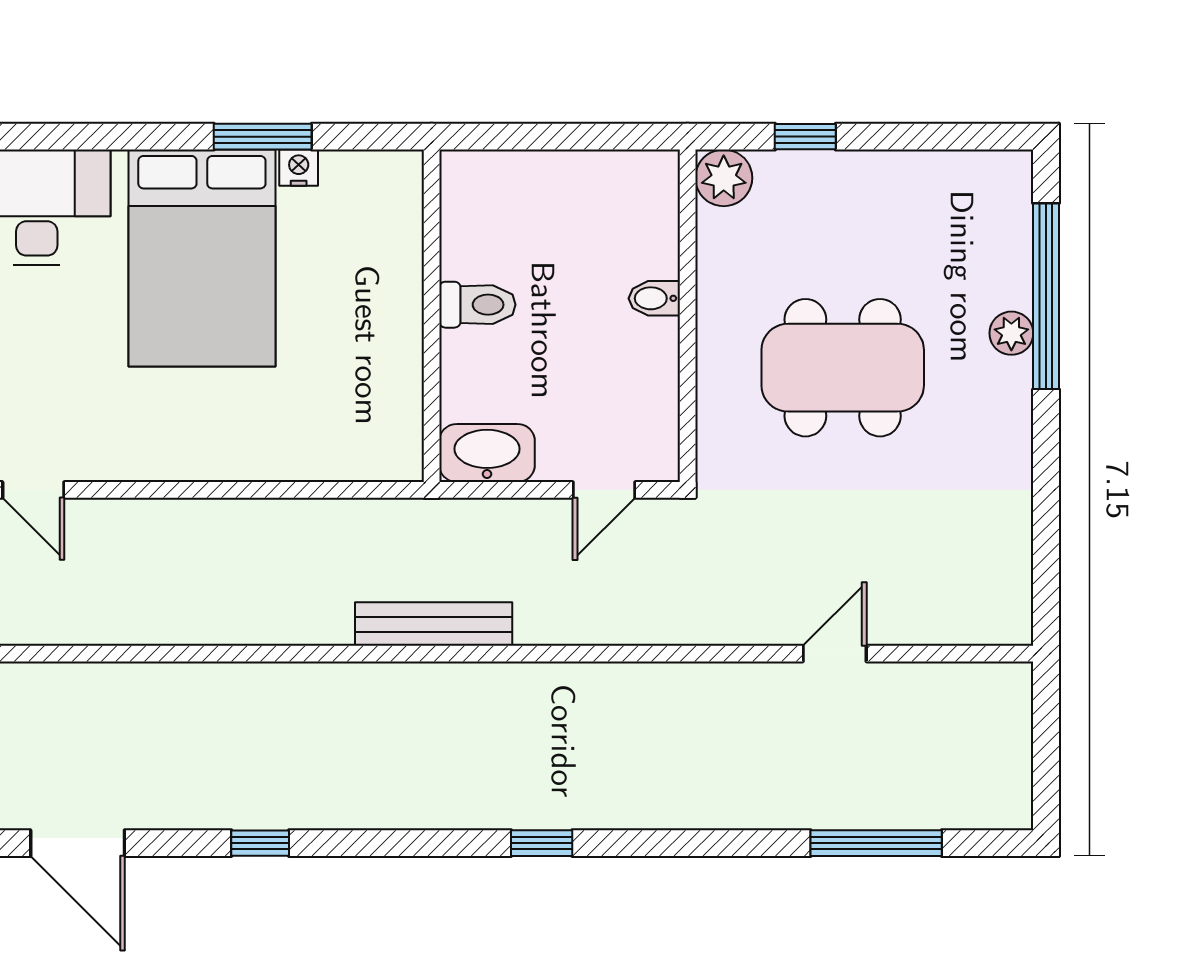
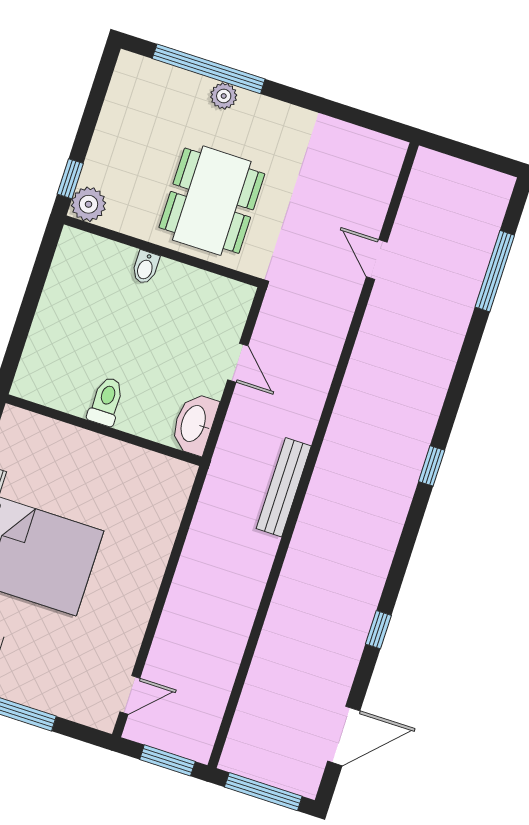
plant: (724, 178) -> (88, 204), moved
bidet: (654, 298) -> (146, 267), moved
wall: (688, 316) -> (162, 251), moved

